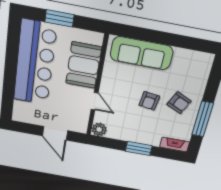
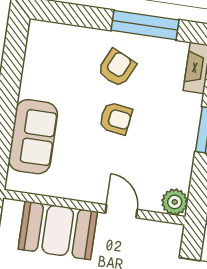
sofa: (142, 53) -> (33, 137), width x0.73
door: (95, 101) -> (121, 211), hinge flipped

